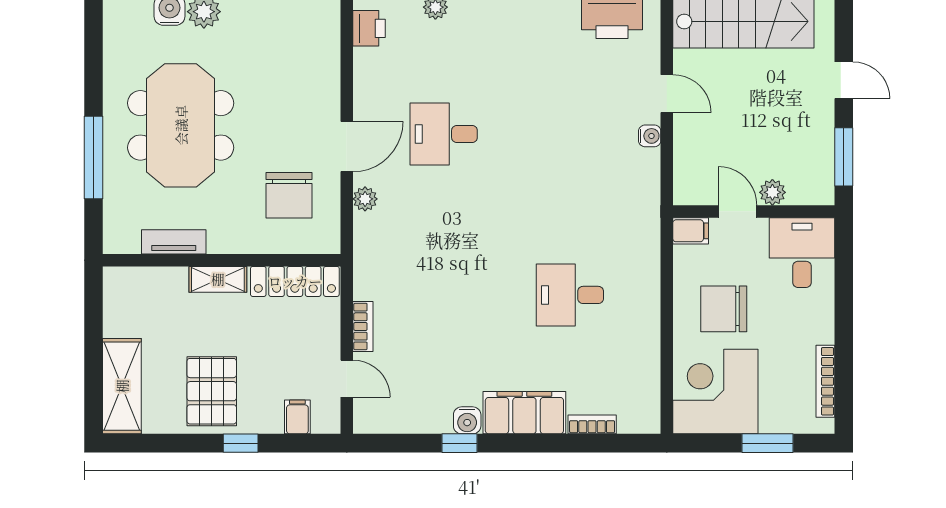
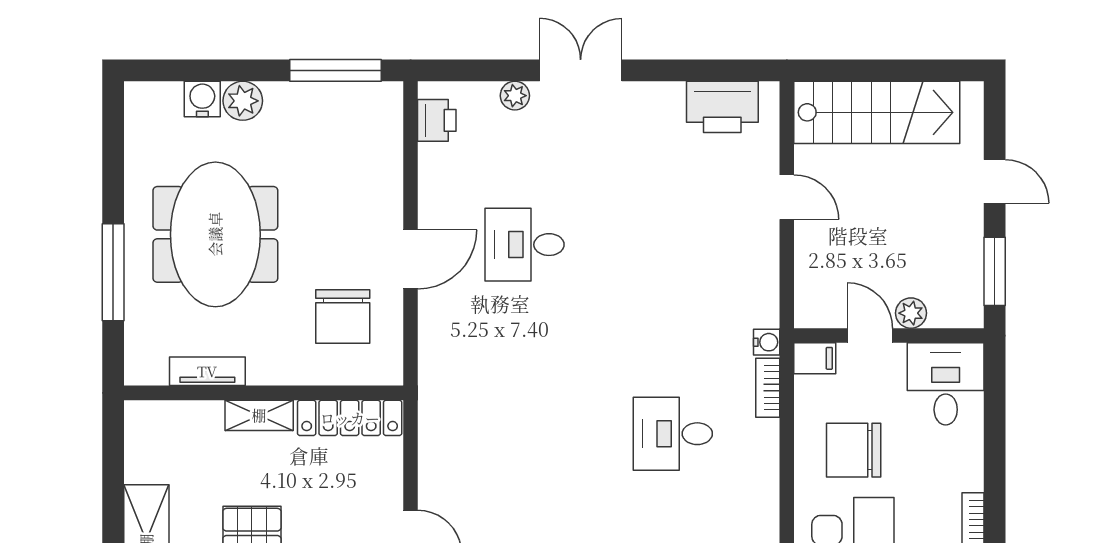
water cooler: (650, 136) -> (767, 342), moved
plant: (365, 199) -> (432, 321), removed
bookcase: (363, 326) -> (768, 388), moved, turned 180

